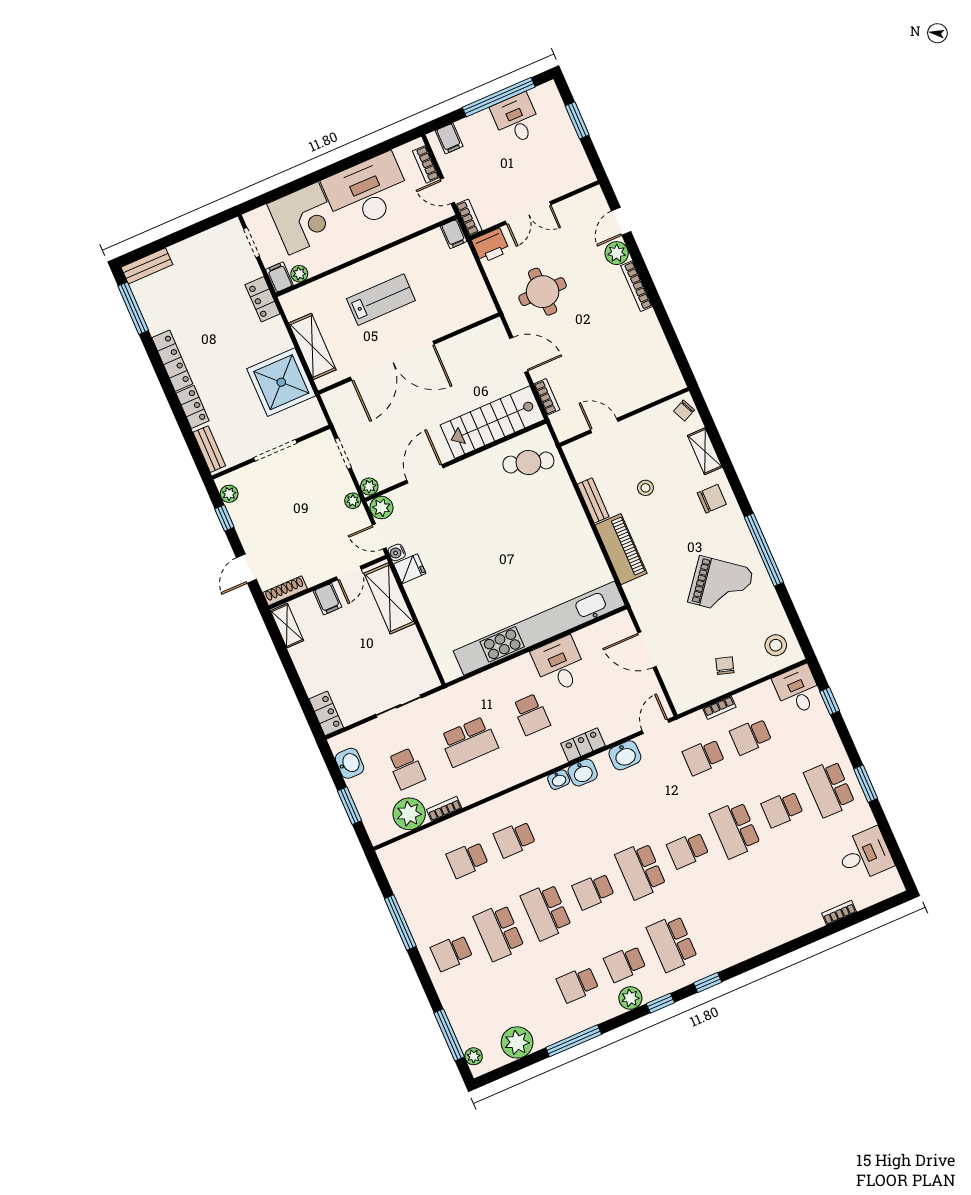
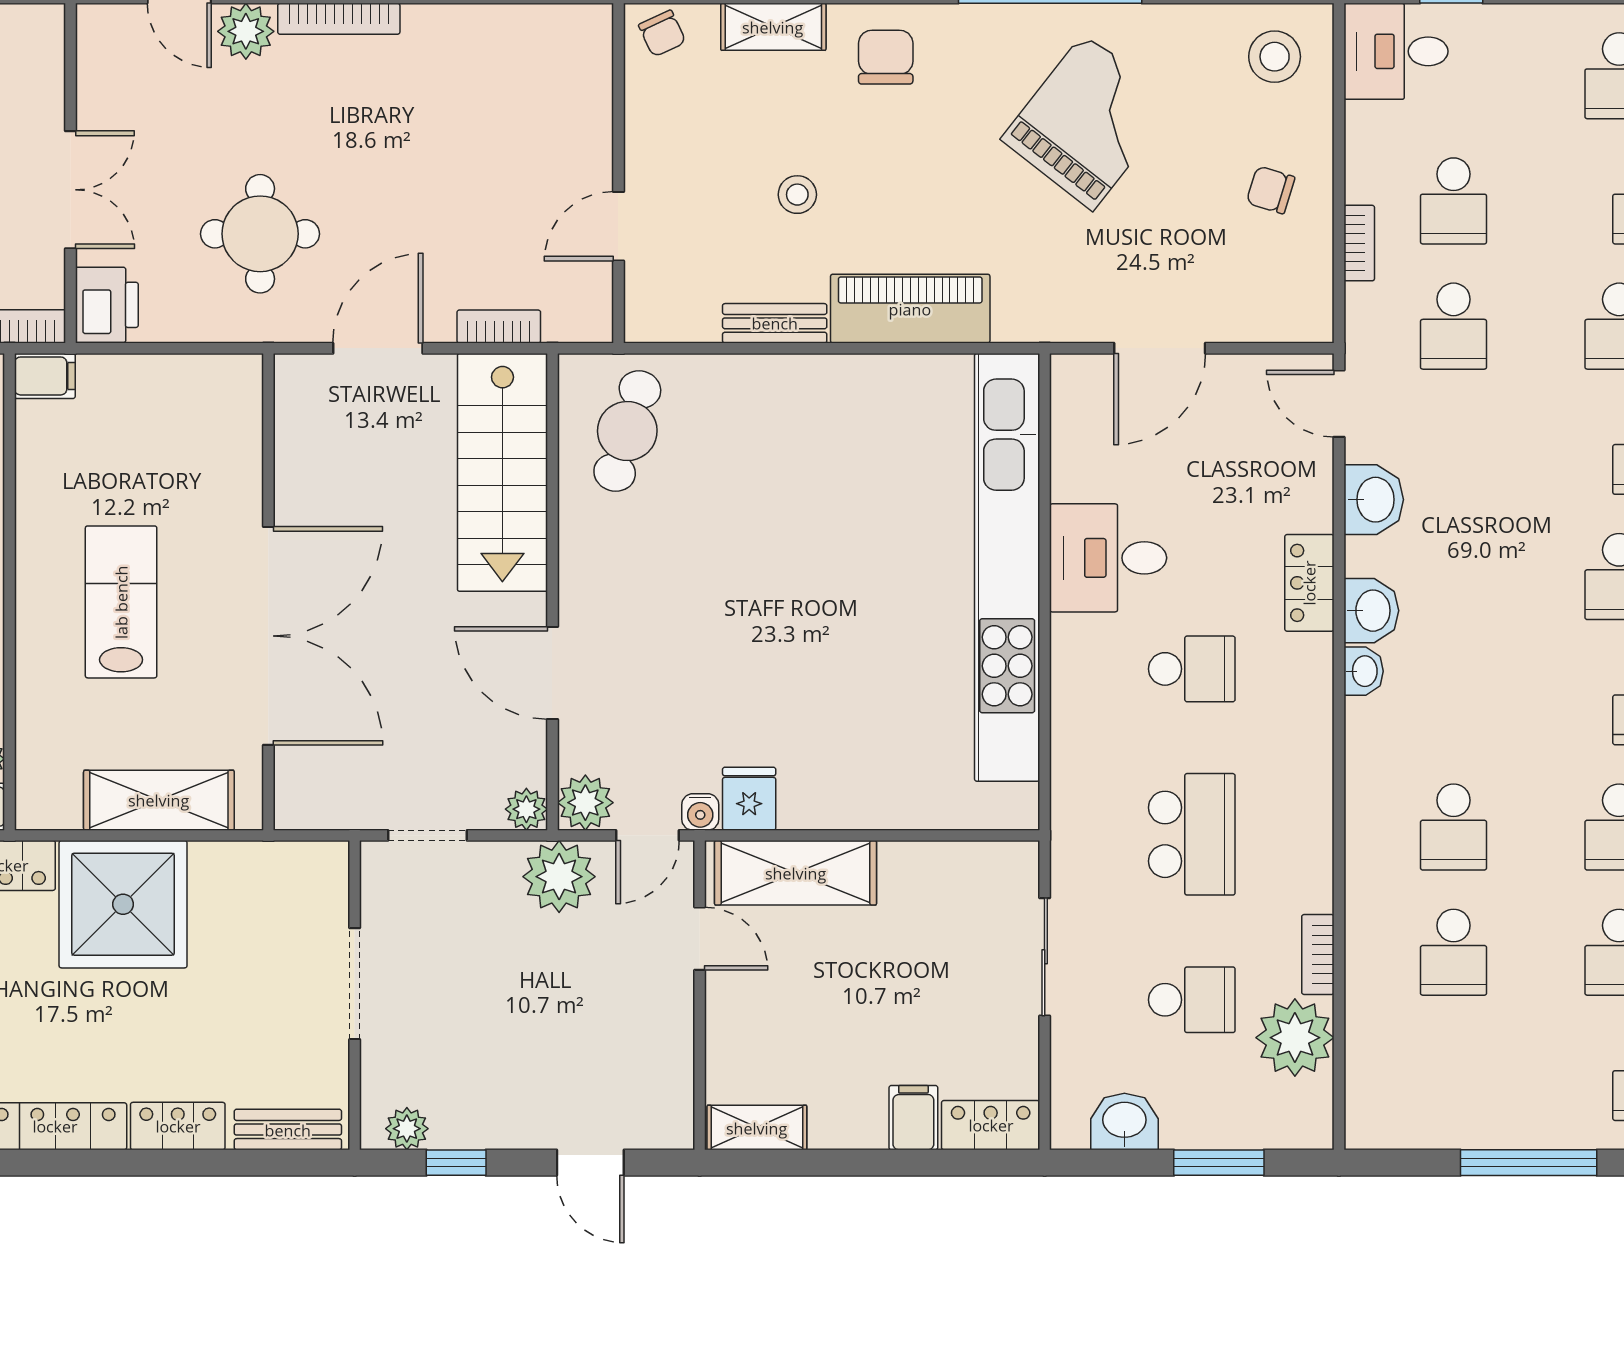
shower: (281, 382) -> (123, 904), moved
plant: (353, 501) -> (559, 877), width x1.88, depth x1.88
shoe rack: (285, 591) -> (677, 1098), removed
filing cabinet: (328, 599) -> (913, 1118), moved, turned -90

